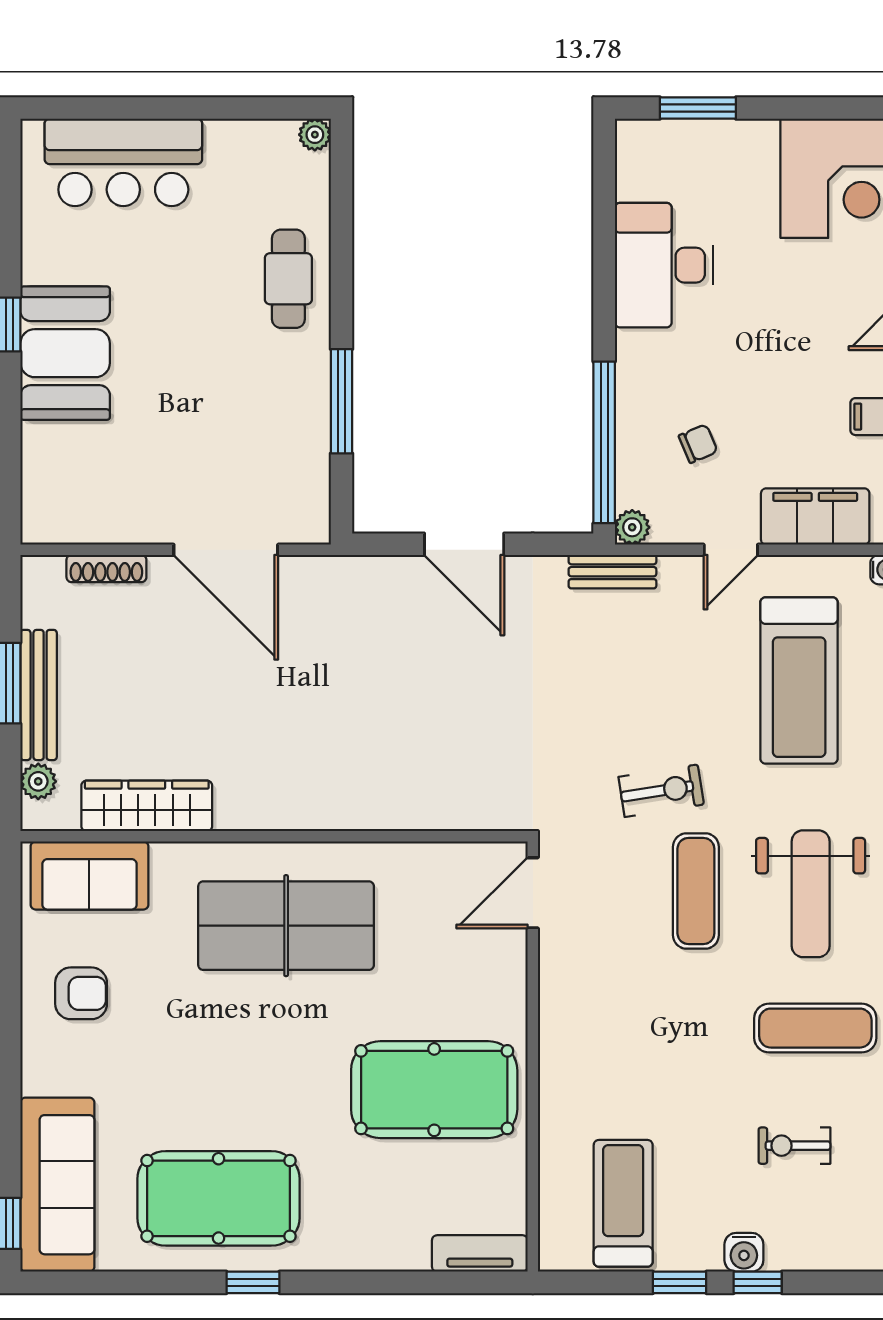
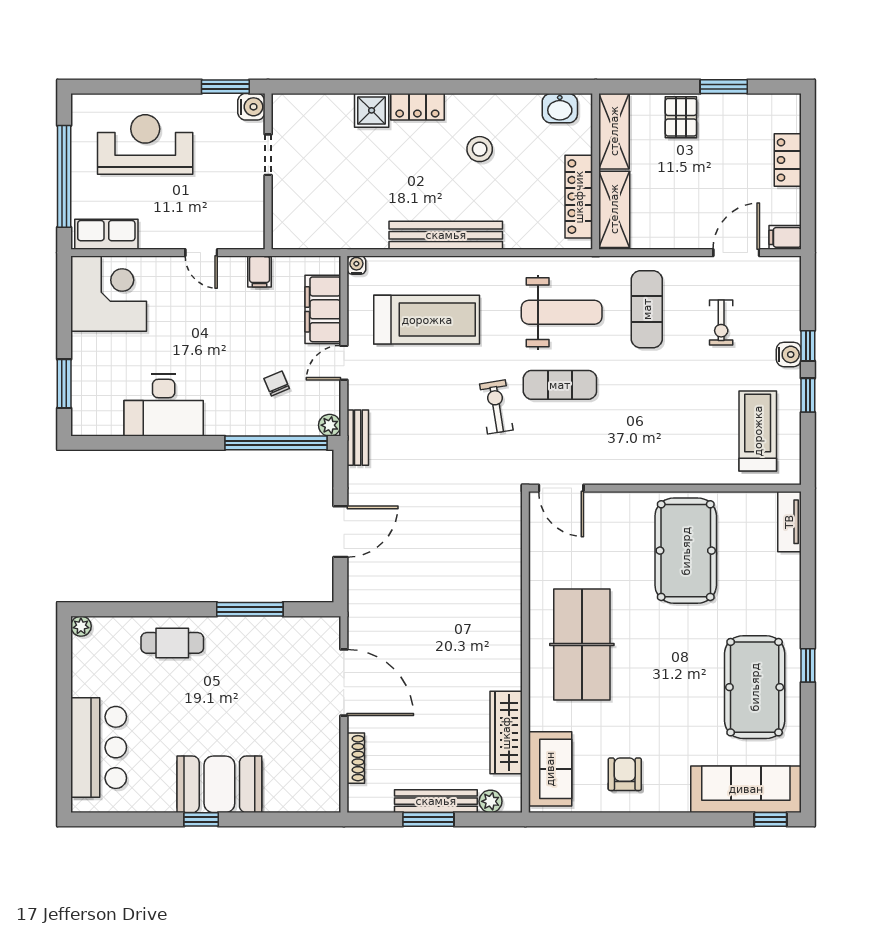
door: (226, 550) -> (344, 683), hinge flipped
door: (731, 550) -> (344, 363), swing flipped
treadmill: (623, 1203) -> (758, 431), turned 90

